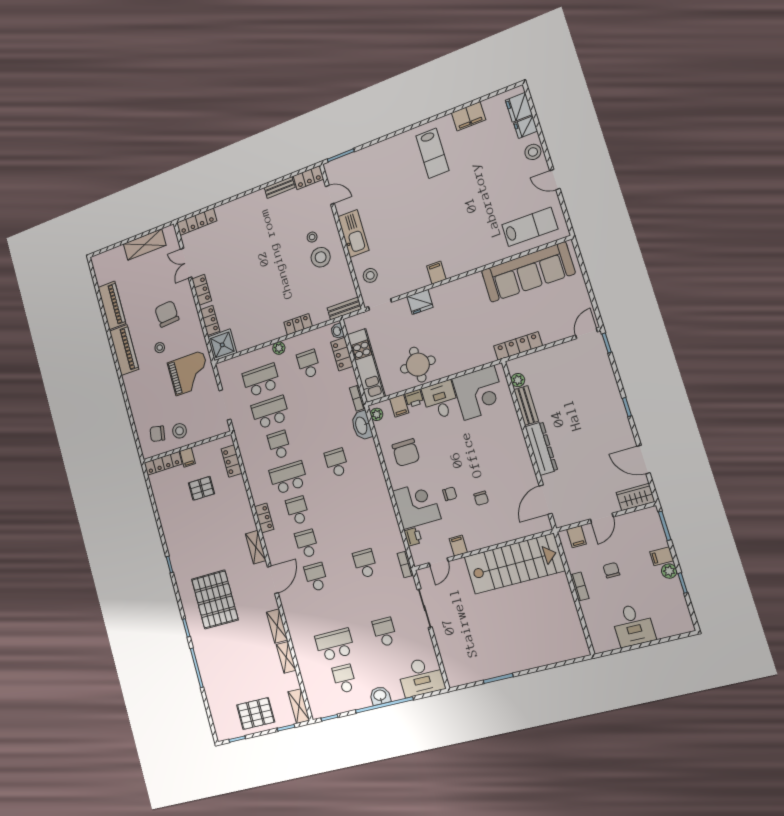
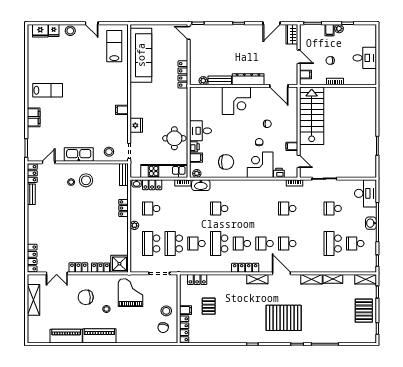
filing cabinet: (469, 116) -> (34, 117), moved
door: (555, 180) -> (92, 23), hinge flipped
corner desk: (479, 393) -> (236, 101), moved, turned 90
locker: (264, 518) -> (245, 268), width x1.53

